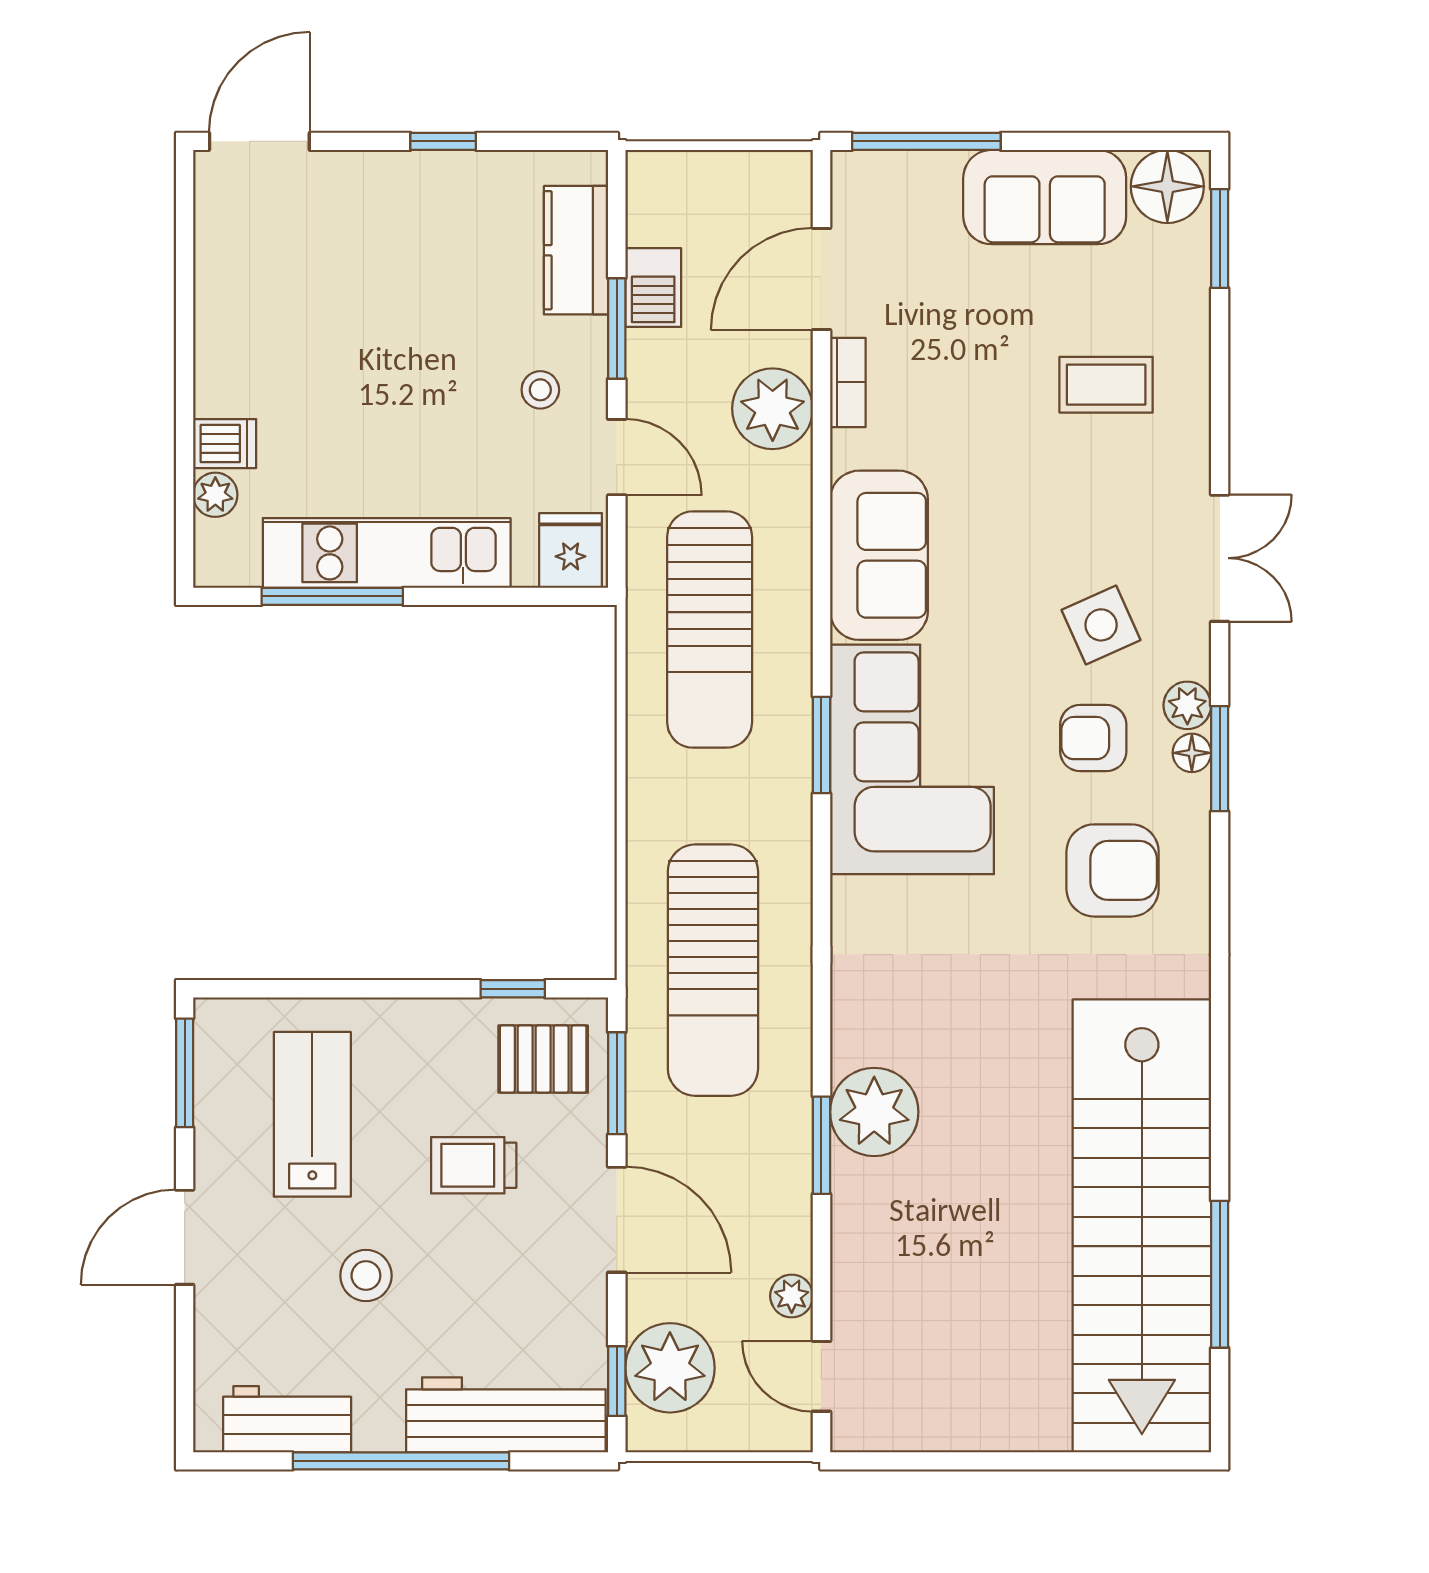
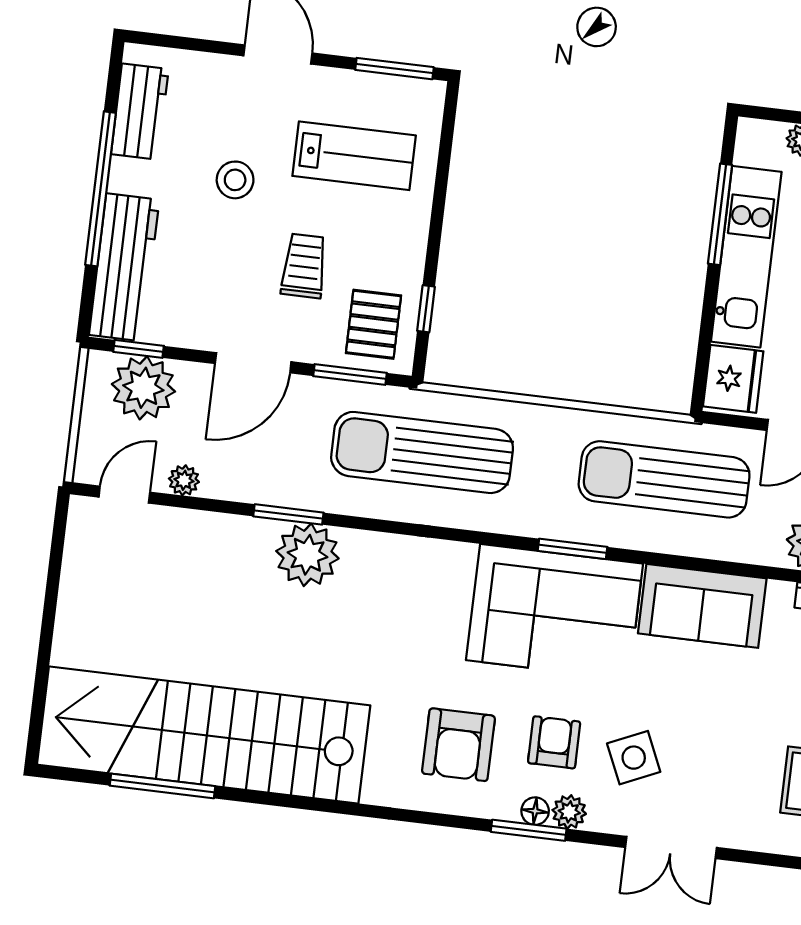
fridge: (571, 550) -> (733, 379), width x1.38

